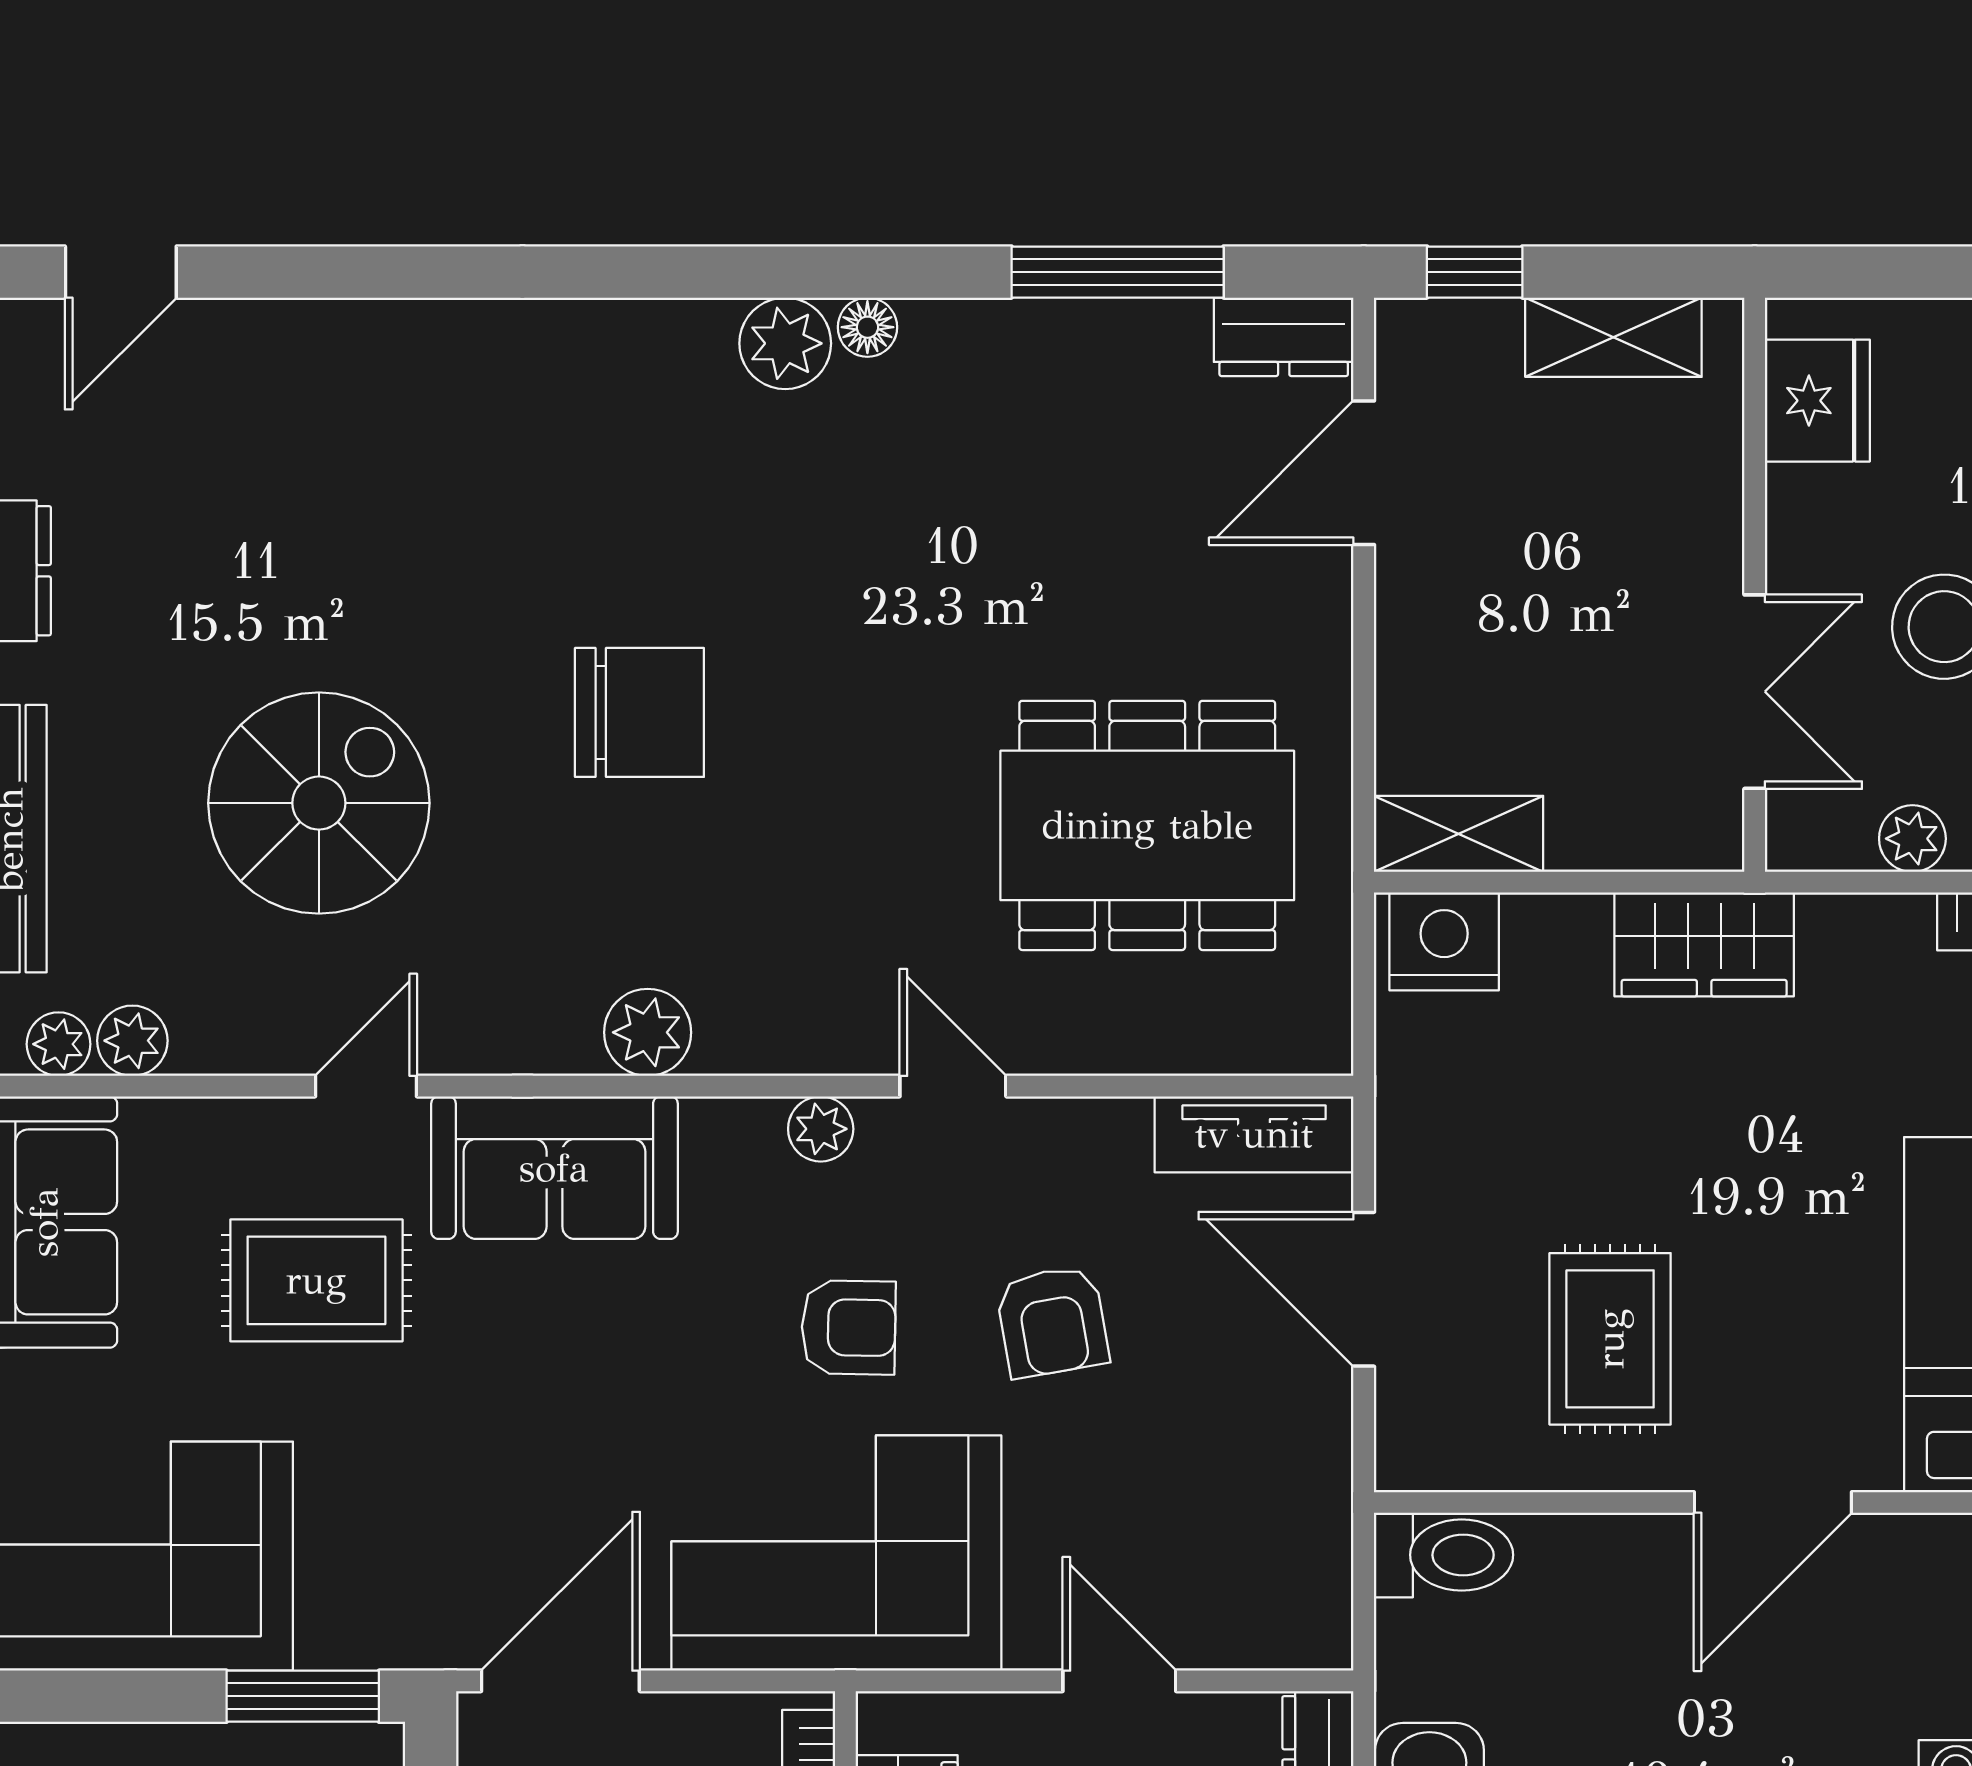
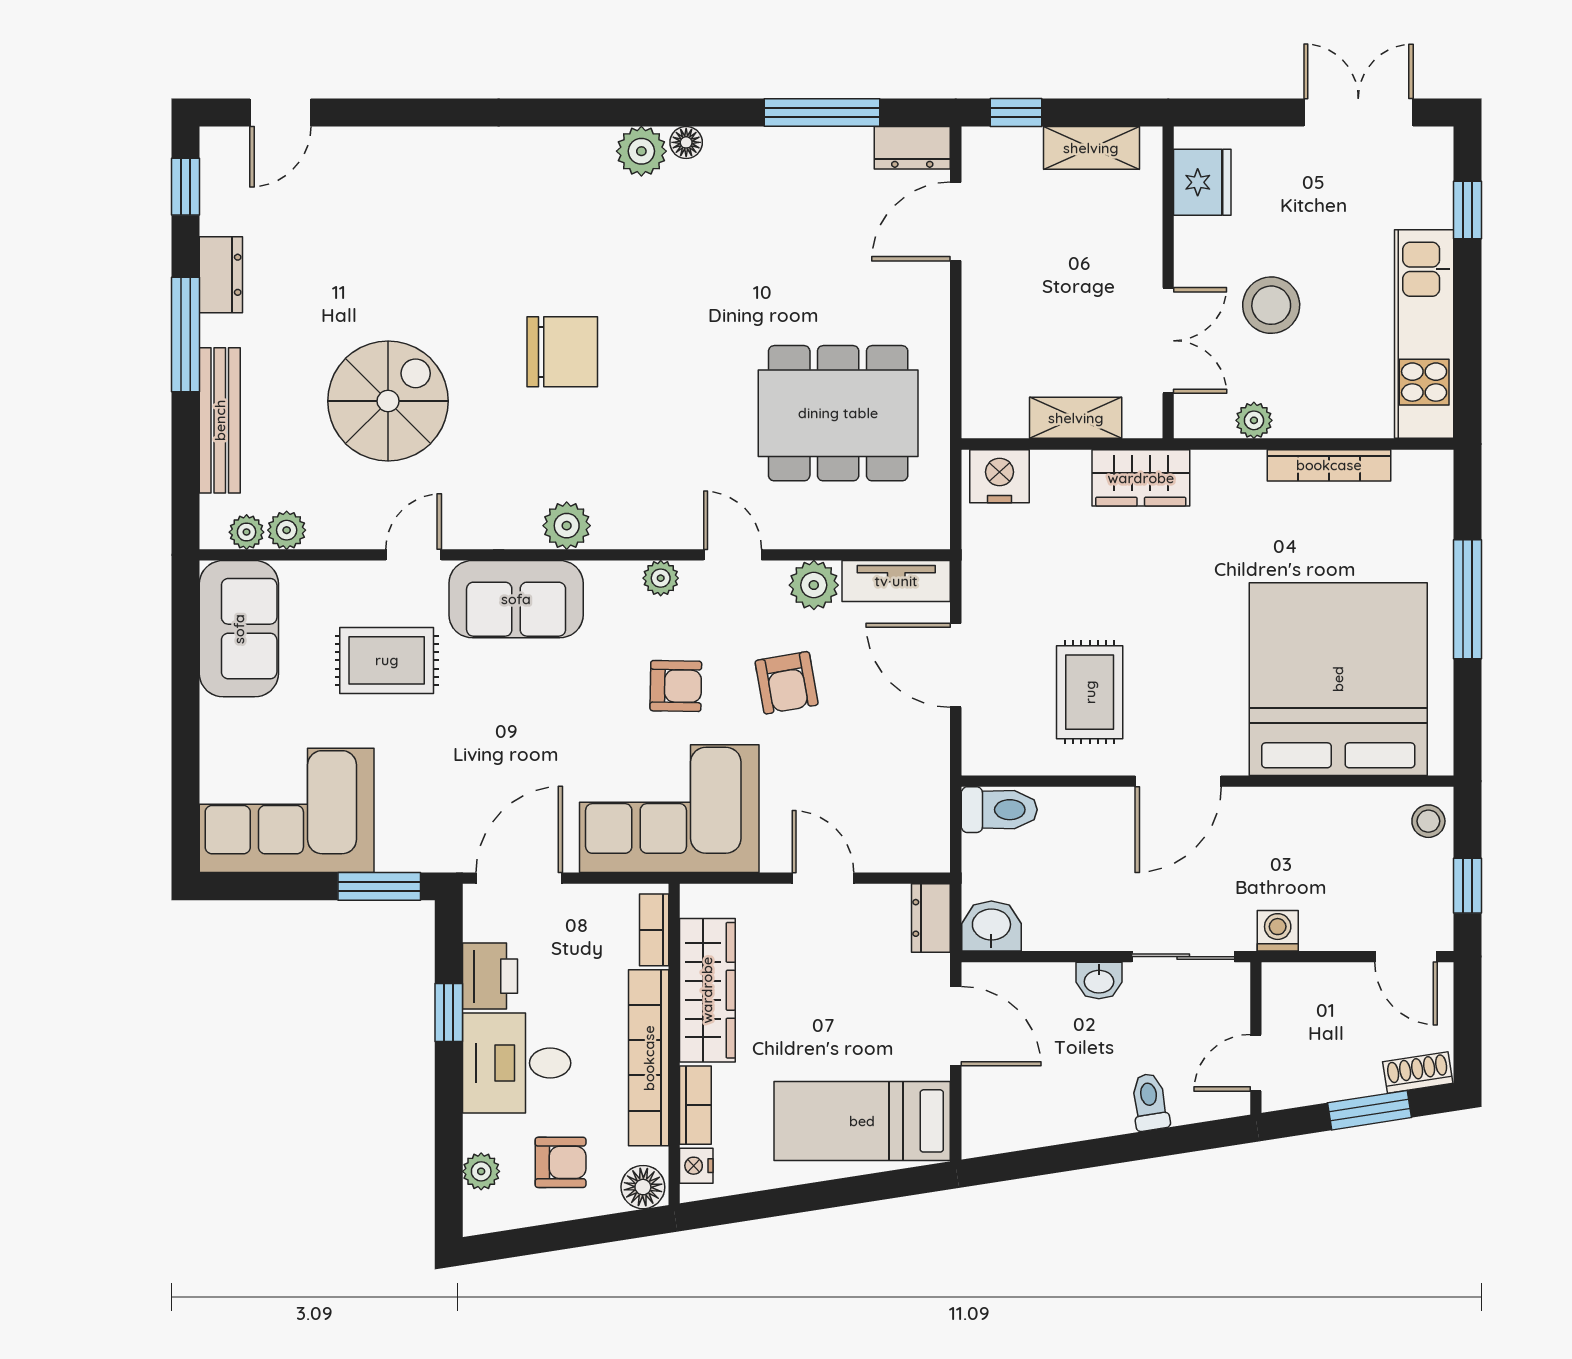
shelving: (1459, 834) -> (1076, 418), moved
plant: (1102, 1142) -> (814, 585), added

